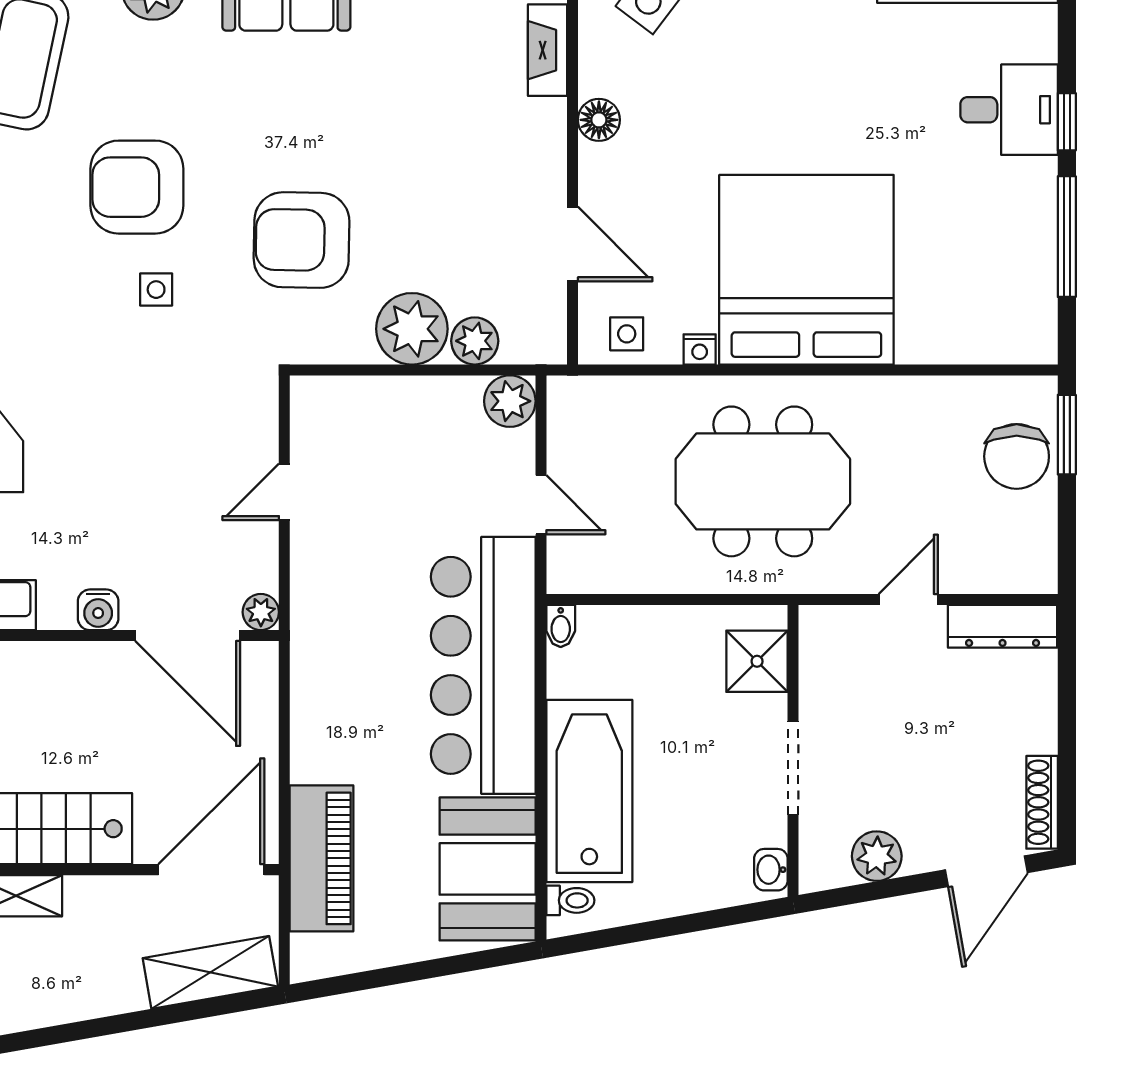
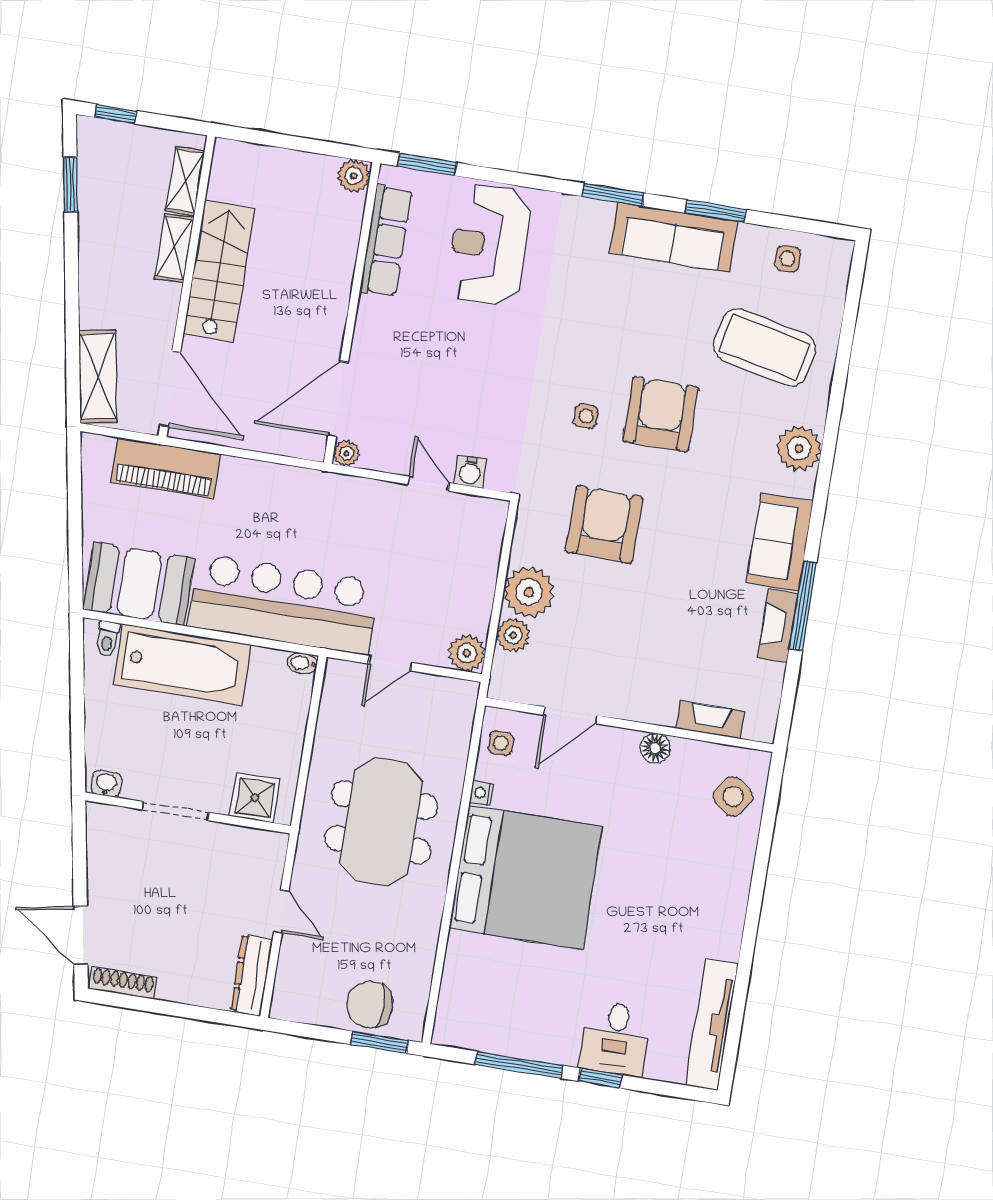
water cooler: (98, 610) -> (470, 472), moved, turned -90
plant: (877, 856) -> (104, 860), removed

